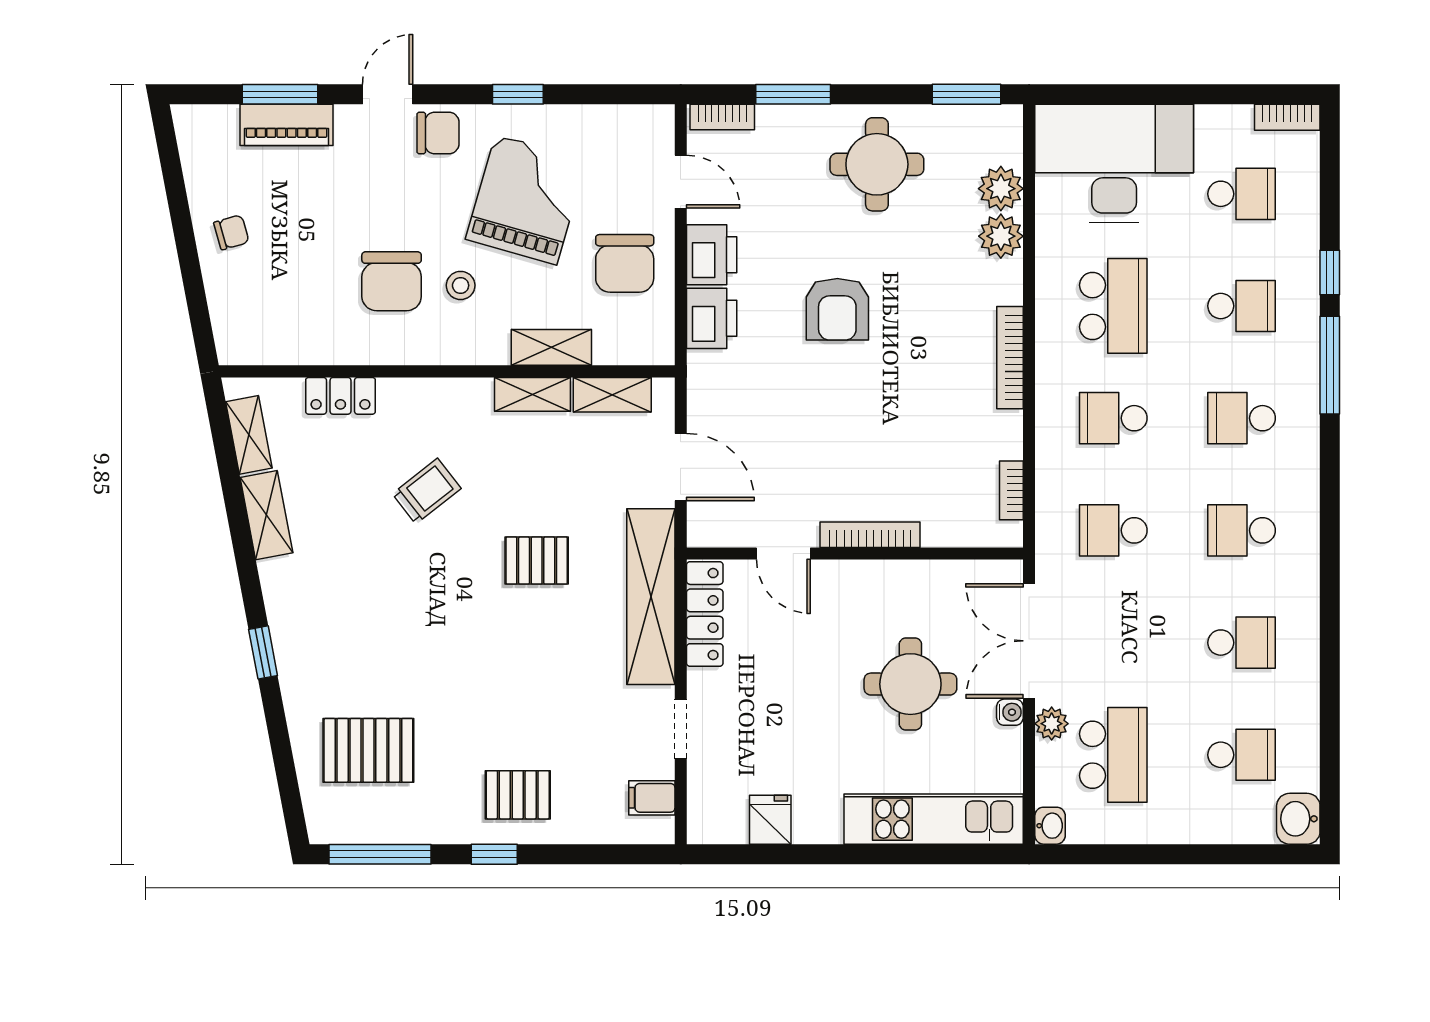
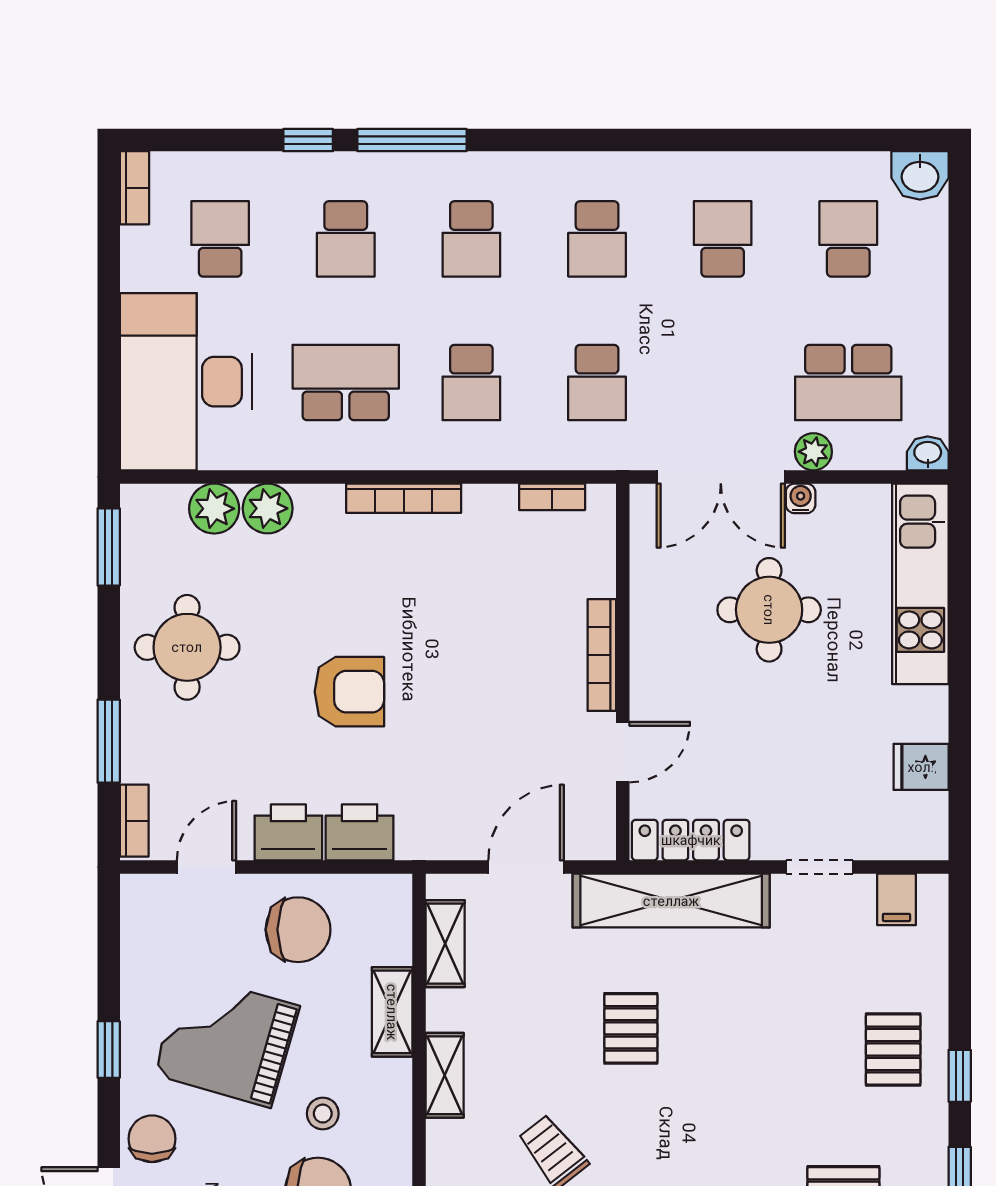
school desk: (1242, 306) -> (346, 239), turned 180
shelving: (533, 394) -> (445, 1075), moved
school desk: (1113, 755) -> (848, 383), turned 180

